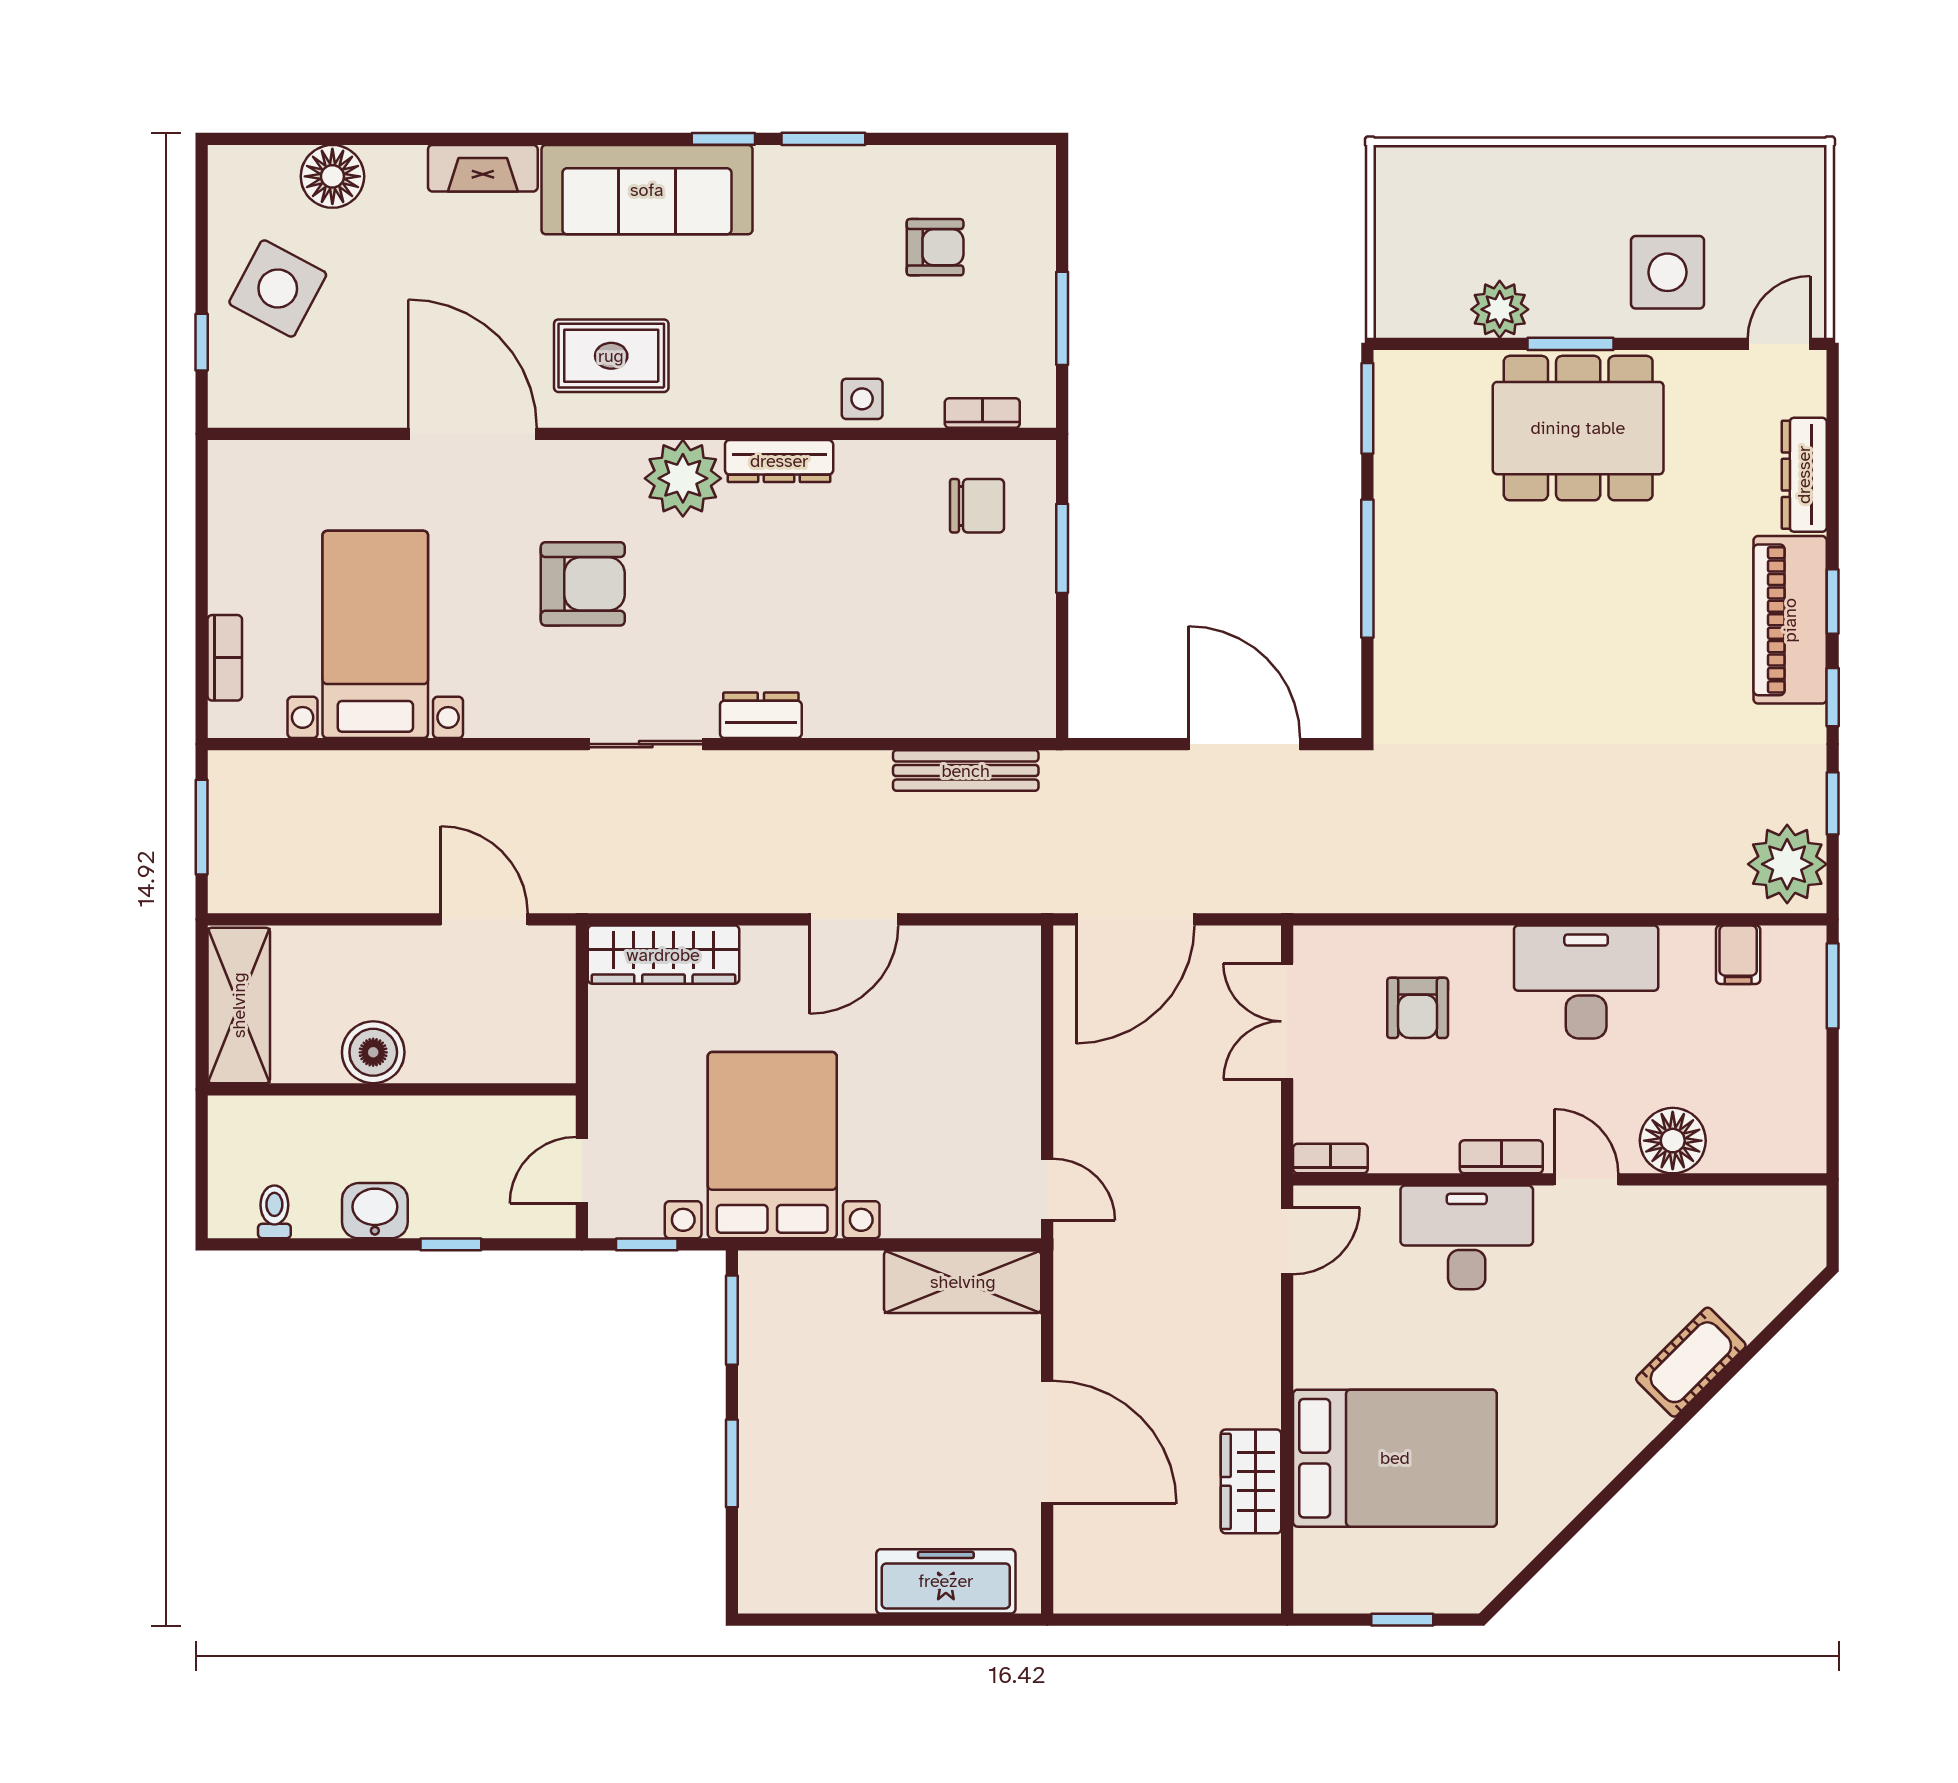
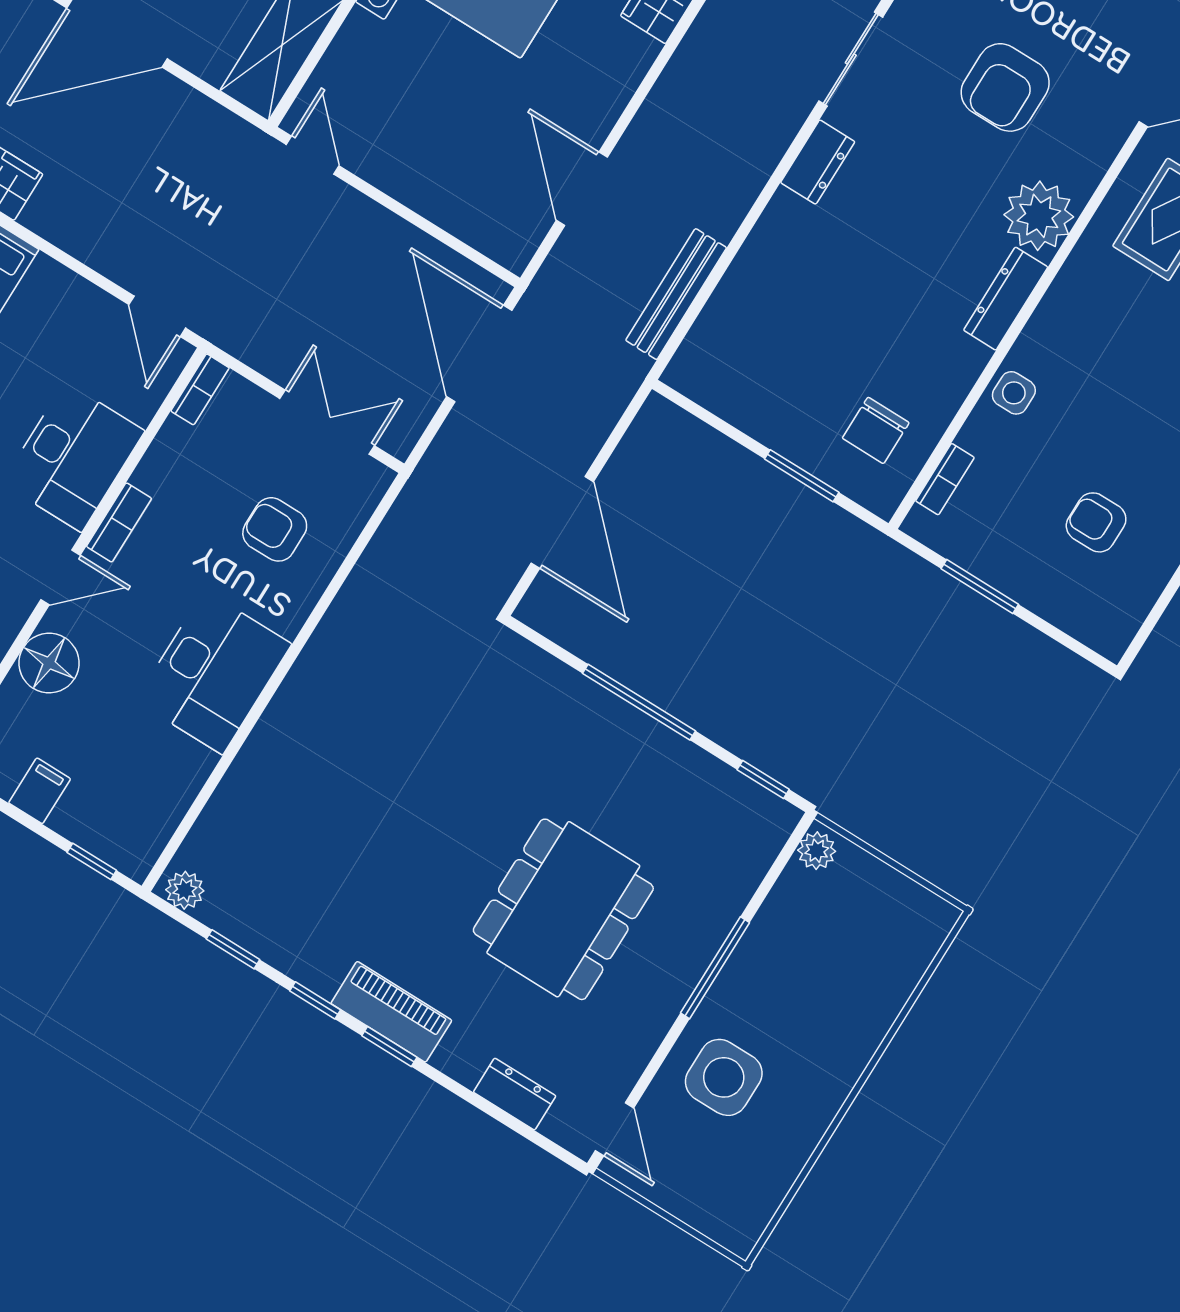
armchair: (935, 247) -> (1096, 522), turned 90
plant: (1500, 309) -> (817, 851), moved, width x0.73, depth x0.73
window: (1570, 344) -> (715, 968), width x1.44
window: (1367, 408) -> (763, 779), width x0.67
dining table: (1578, 428) -> (563, 909), moved
dresser: (1804, 475) -> (515, 1094), width x0.70
piano: (1790, 620) -> (391, 1012), width x0.73, depth x0.75
door: (1244, 744) -> (562, 522), hinge flipped
plant: (1787, 864) -> (185, 890), width x0.53, depth x0.53
door: (854, 919) -> (582, 189), moved
filing cabinet: (1738, 955) -> (40, 791), moved, turned 90
window: (1833, 986) -> (92, 861), width x0.67
door: (1047, 1189) -> (313, 155), swing flipped

